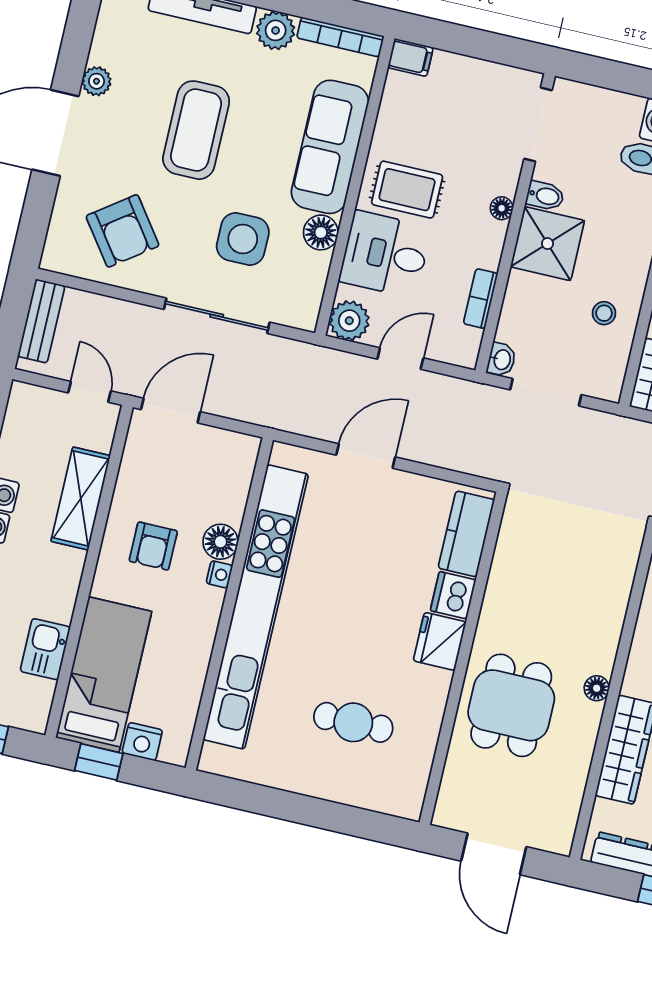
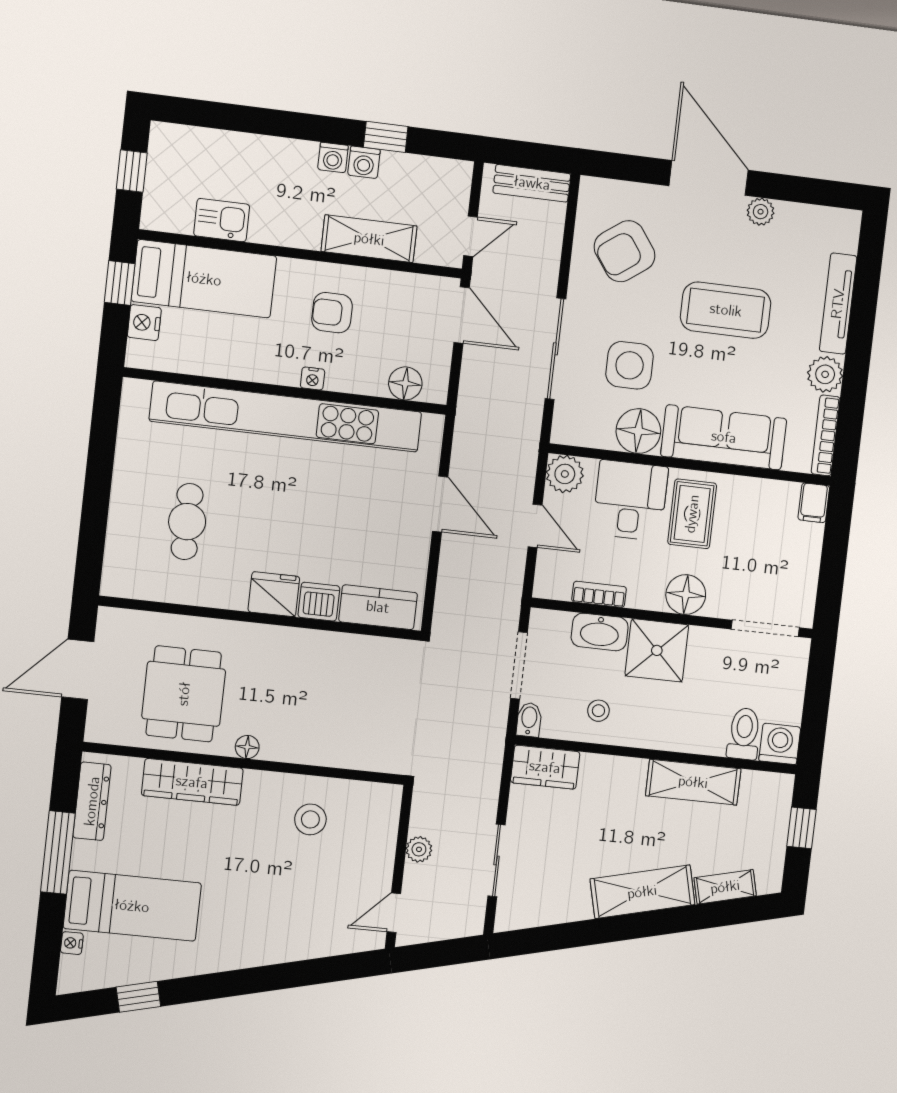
bidet: (545, 196) -> (529, 720), moved, turned 180
floor lamp: (502, 208) -> (686, 595), width x1.89, depth x1.89
floor lamp: (321, 232) -> (638, 431), width x1.38, depth x1.38
washbasin: (502, 360) -> (600, 632), moved, width x1.91, depth x1.45
floor lamp: (220, 542) -> (405, 383), moved
dining table: (511, 705) -> (184, 694), moved, turned 90

